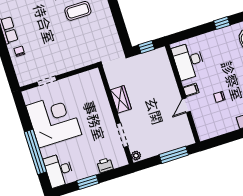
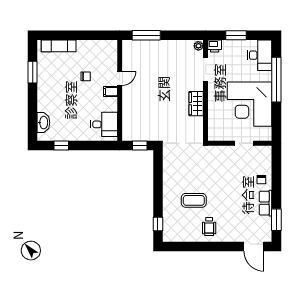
desk: (189, 61) -> (104, 124), width x0.73
wardrobe: (121, 99) -> (196, 104), moved
wall: (116, 115) -> (206, 90), moved
doorway: (122, 135) -> (206, 69), moved
plant: (136, 156) -> (198, 46), moved

